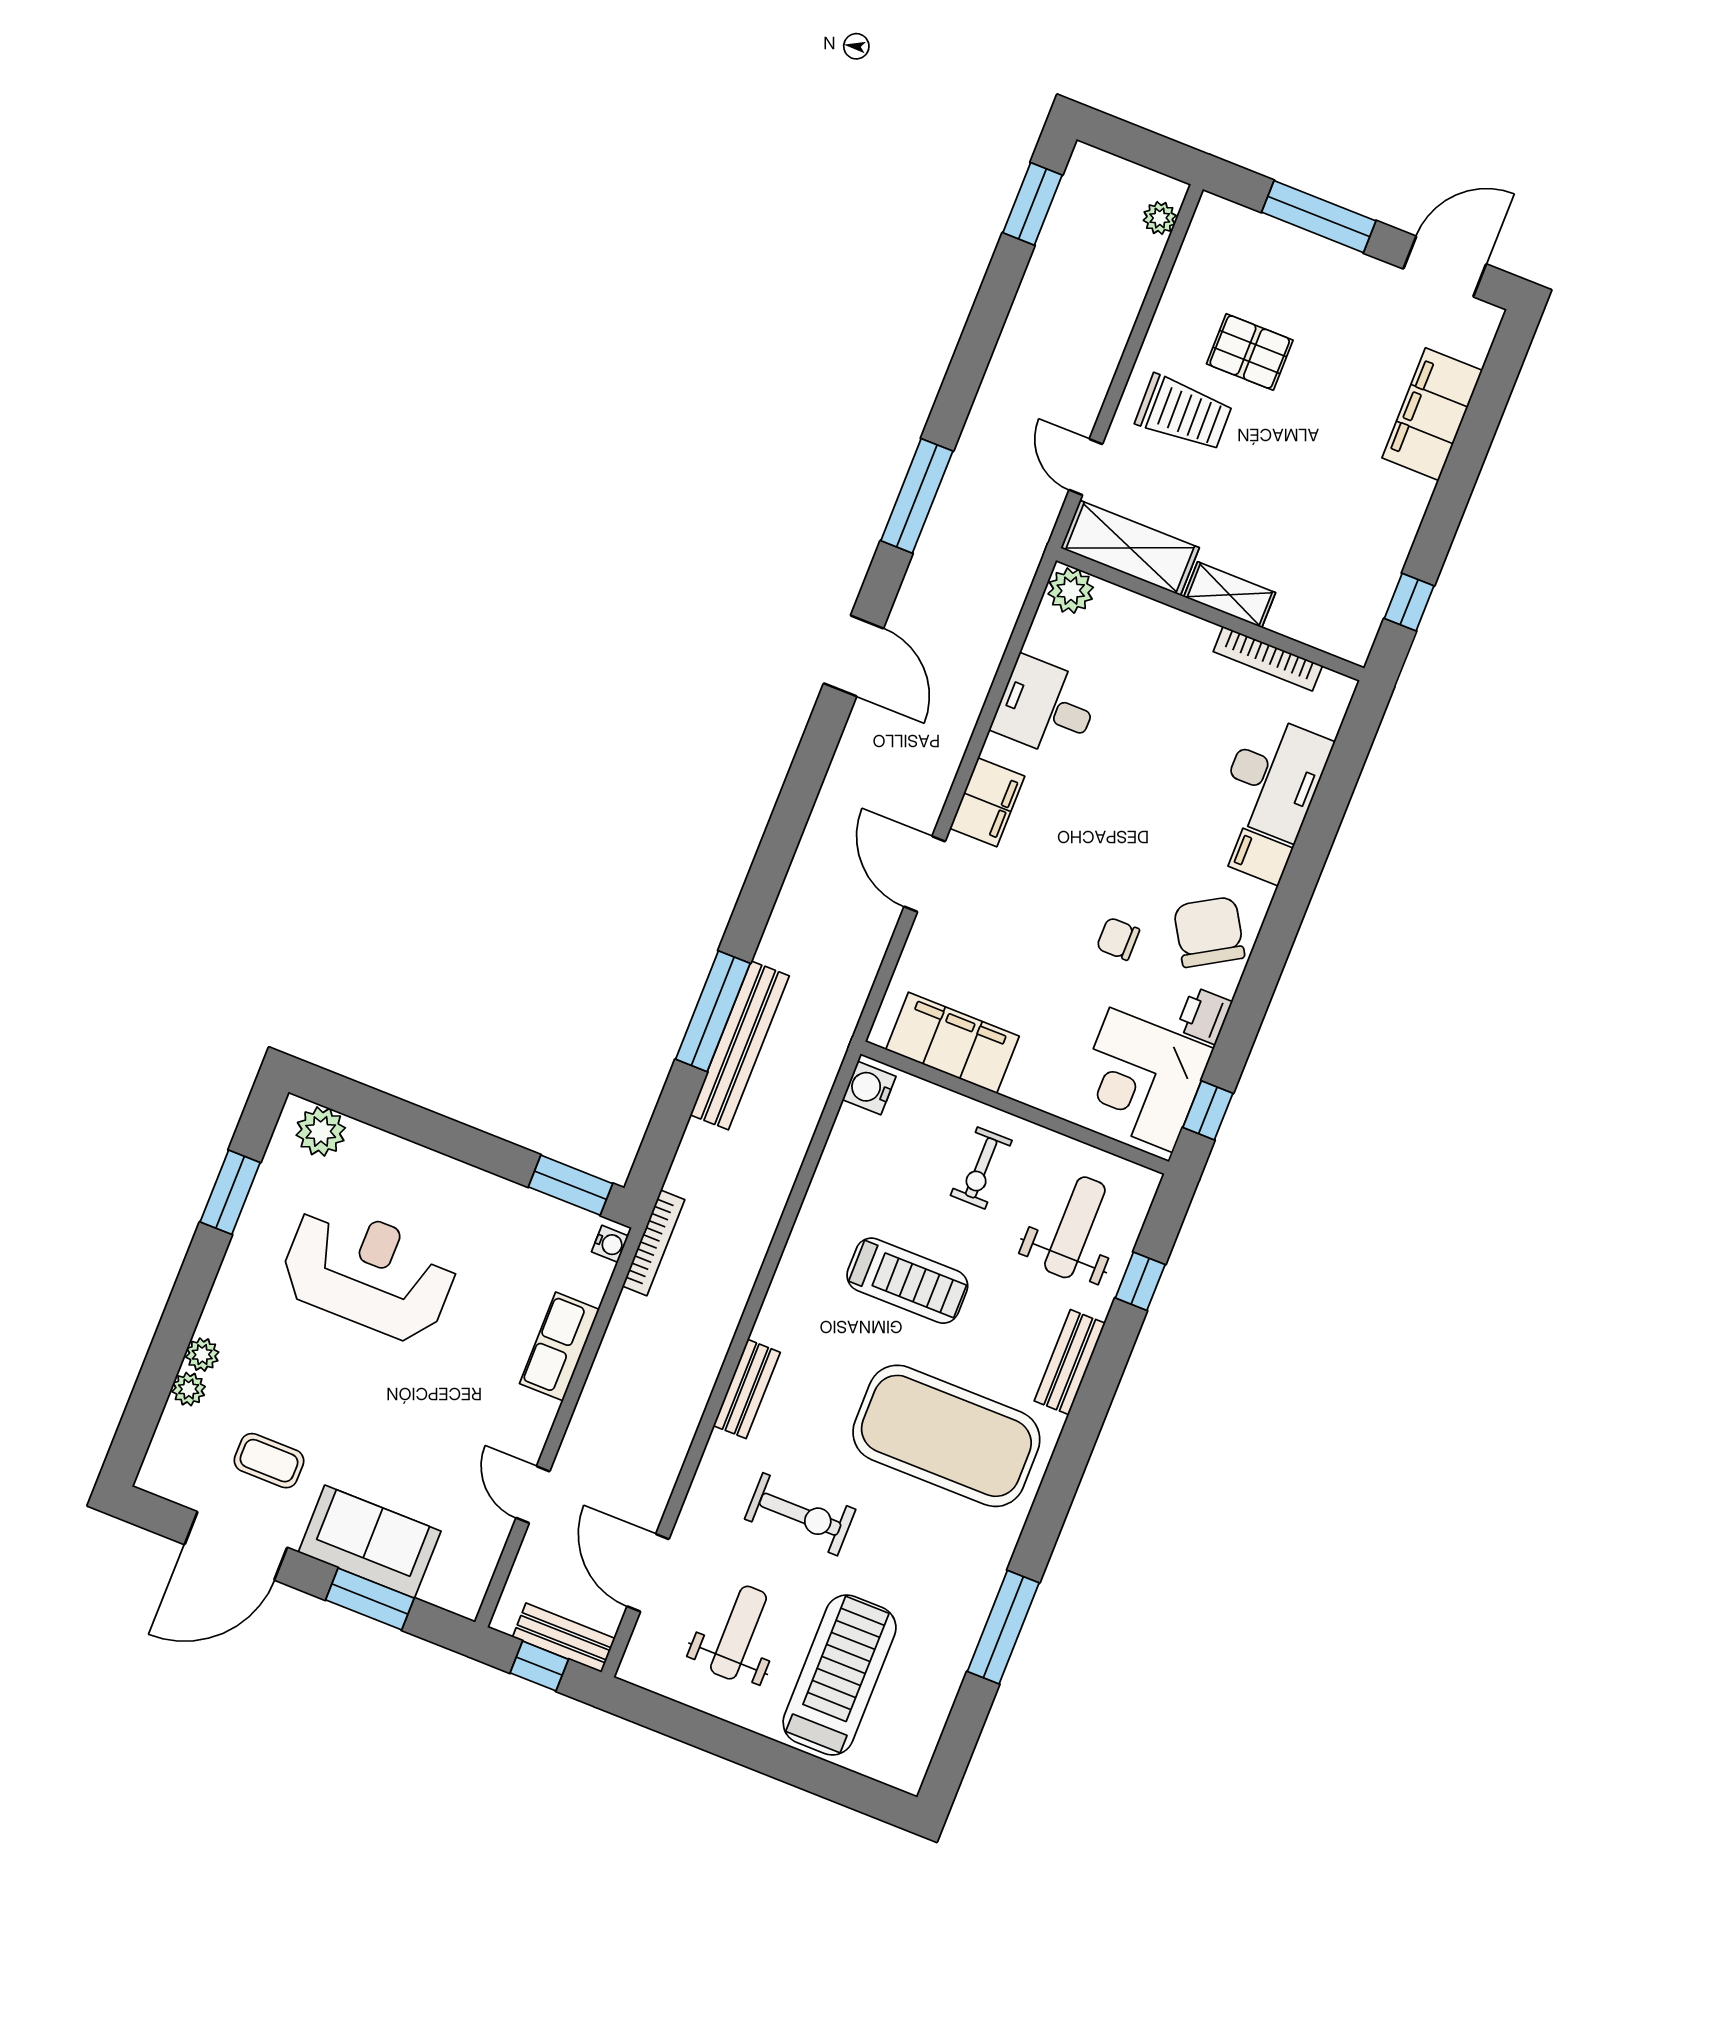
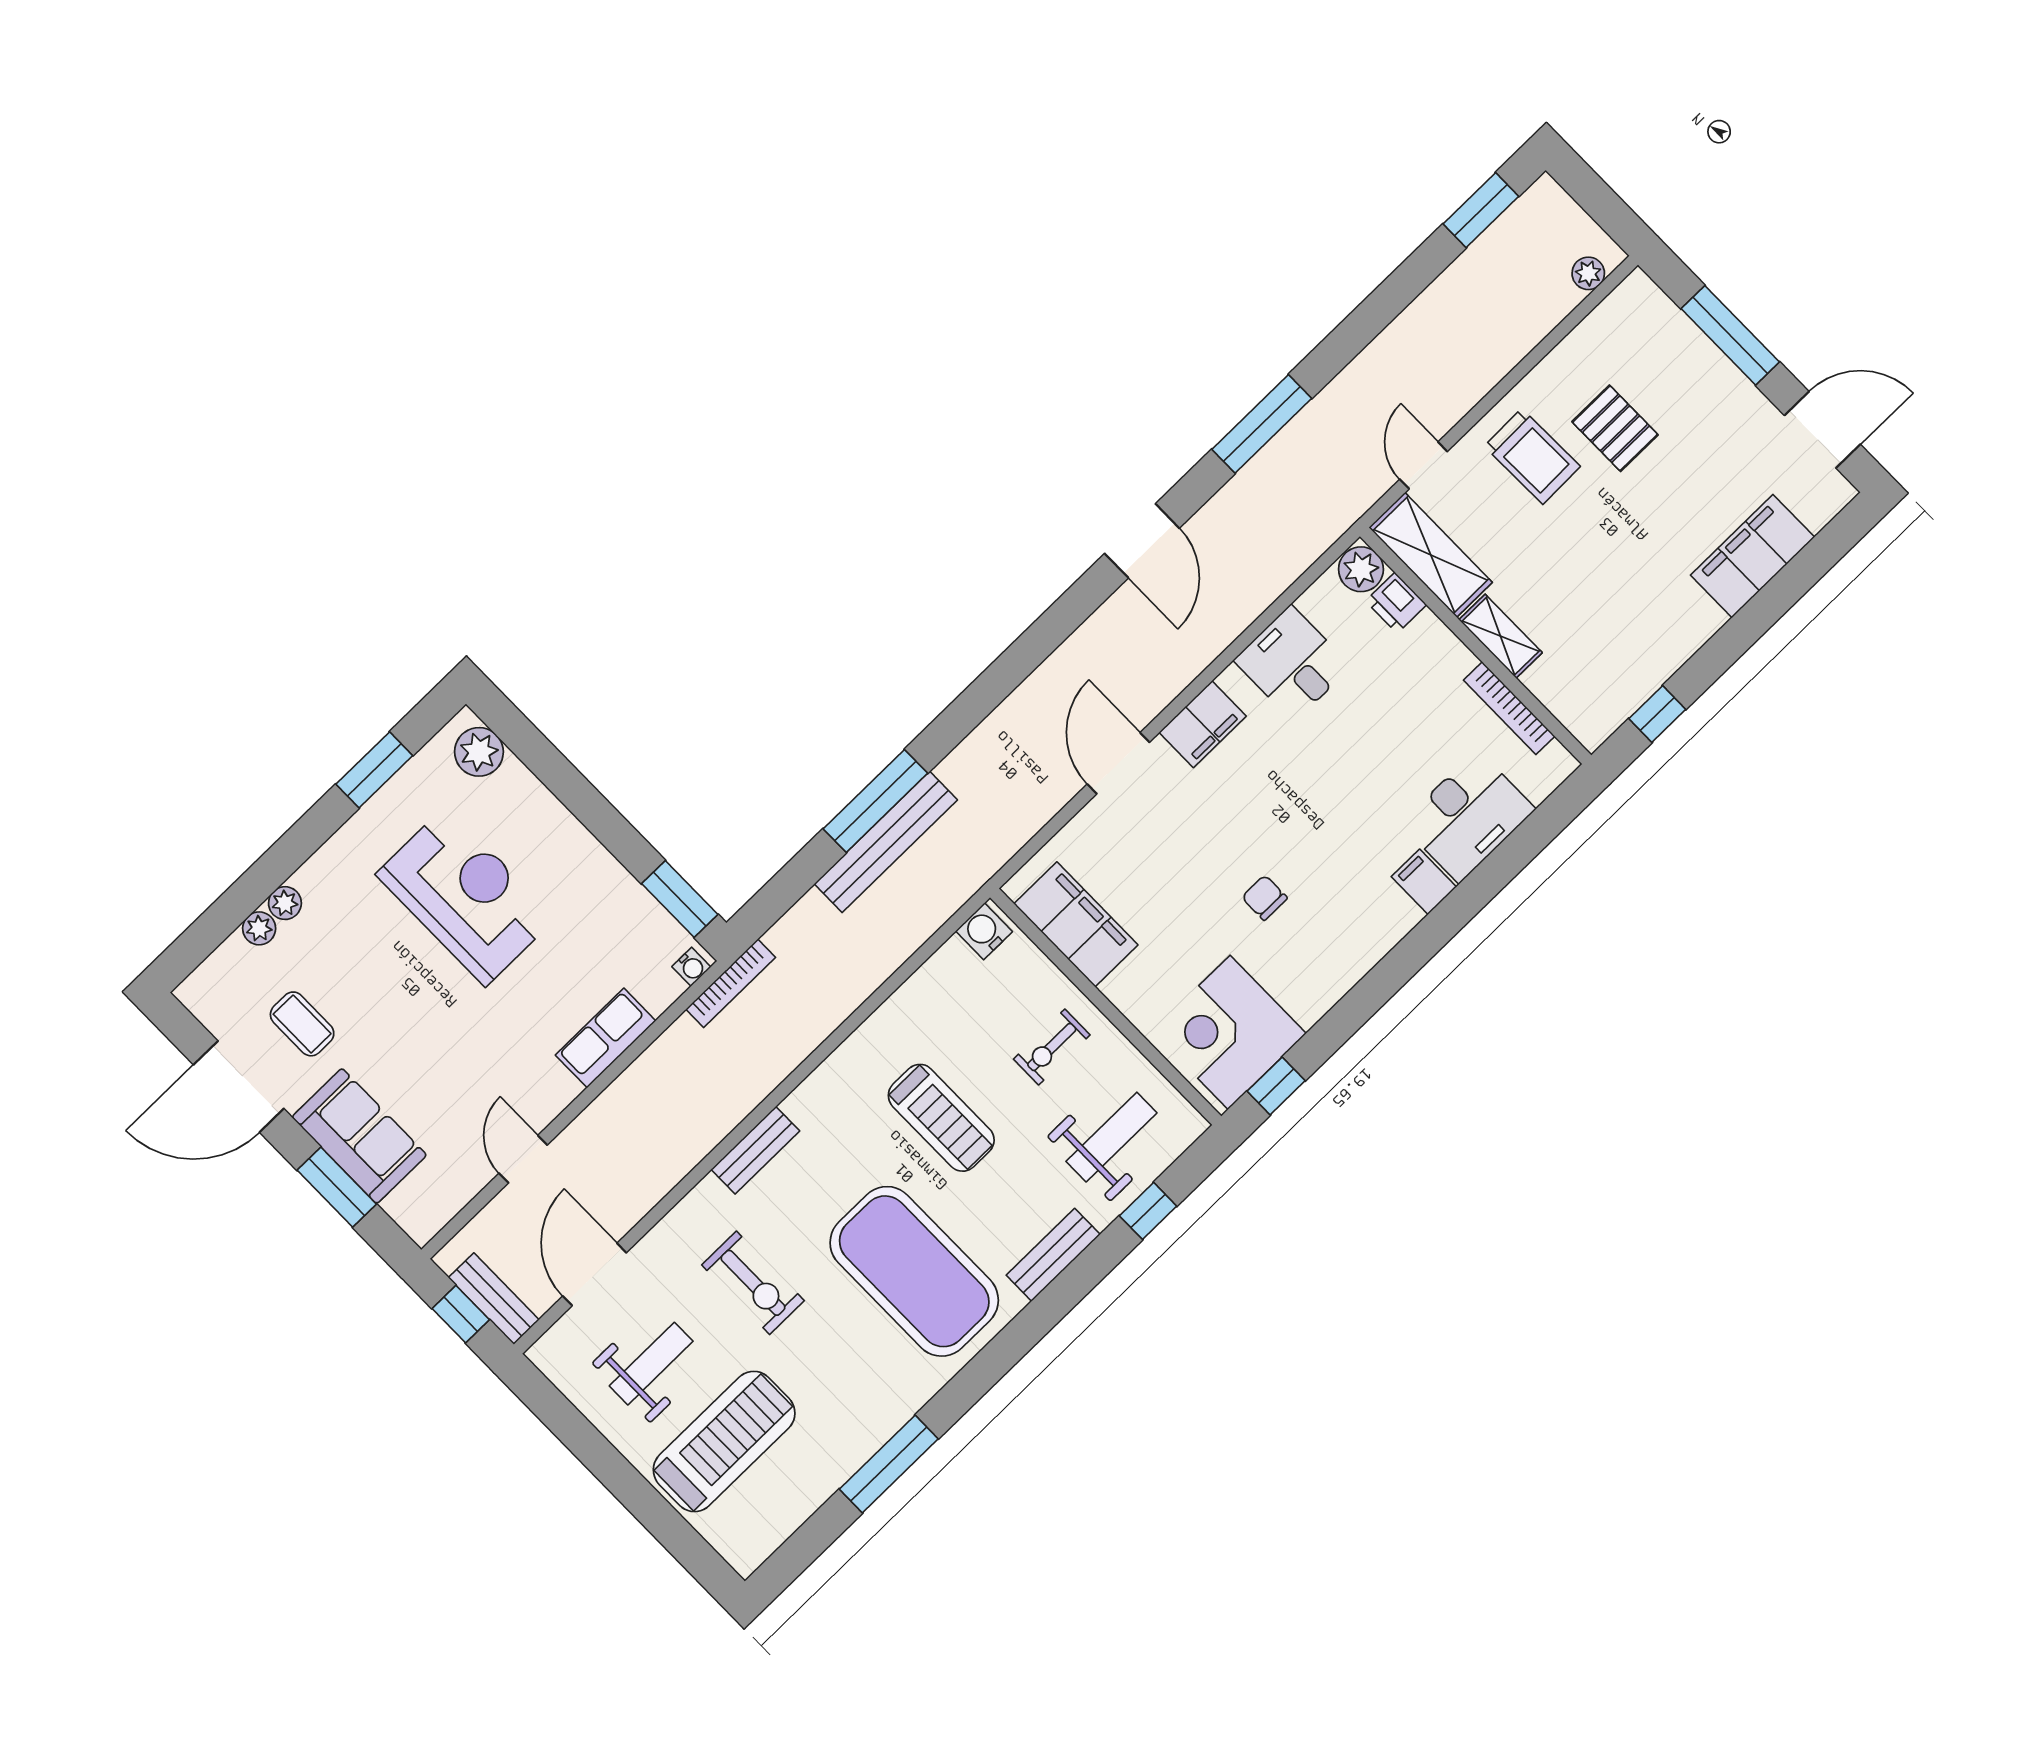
chair: (1209, 932) -> (1348, 928), removed
printer: (1204, 1016) -> (1396, 603), moved, turned -90

